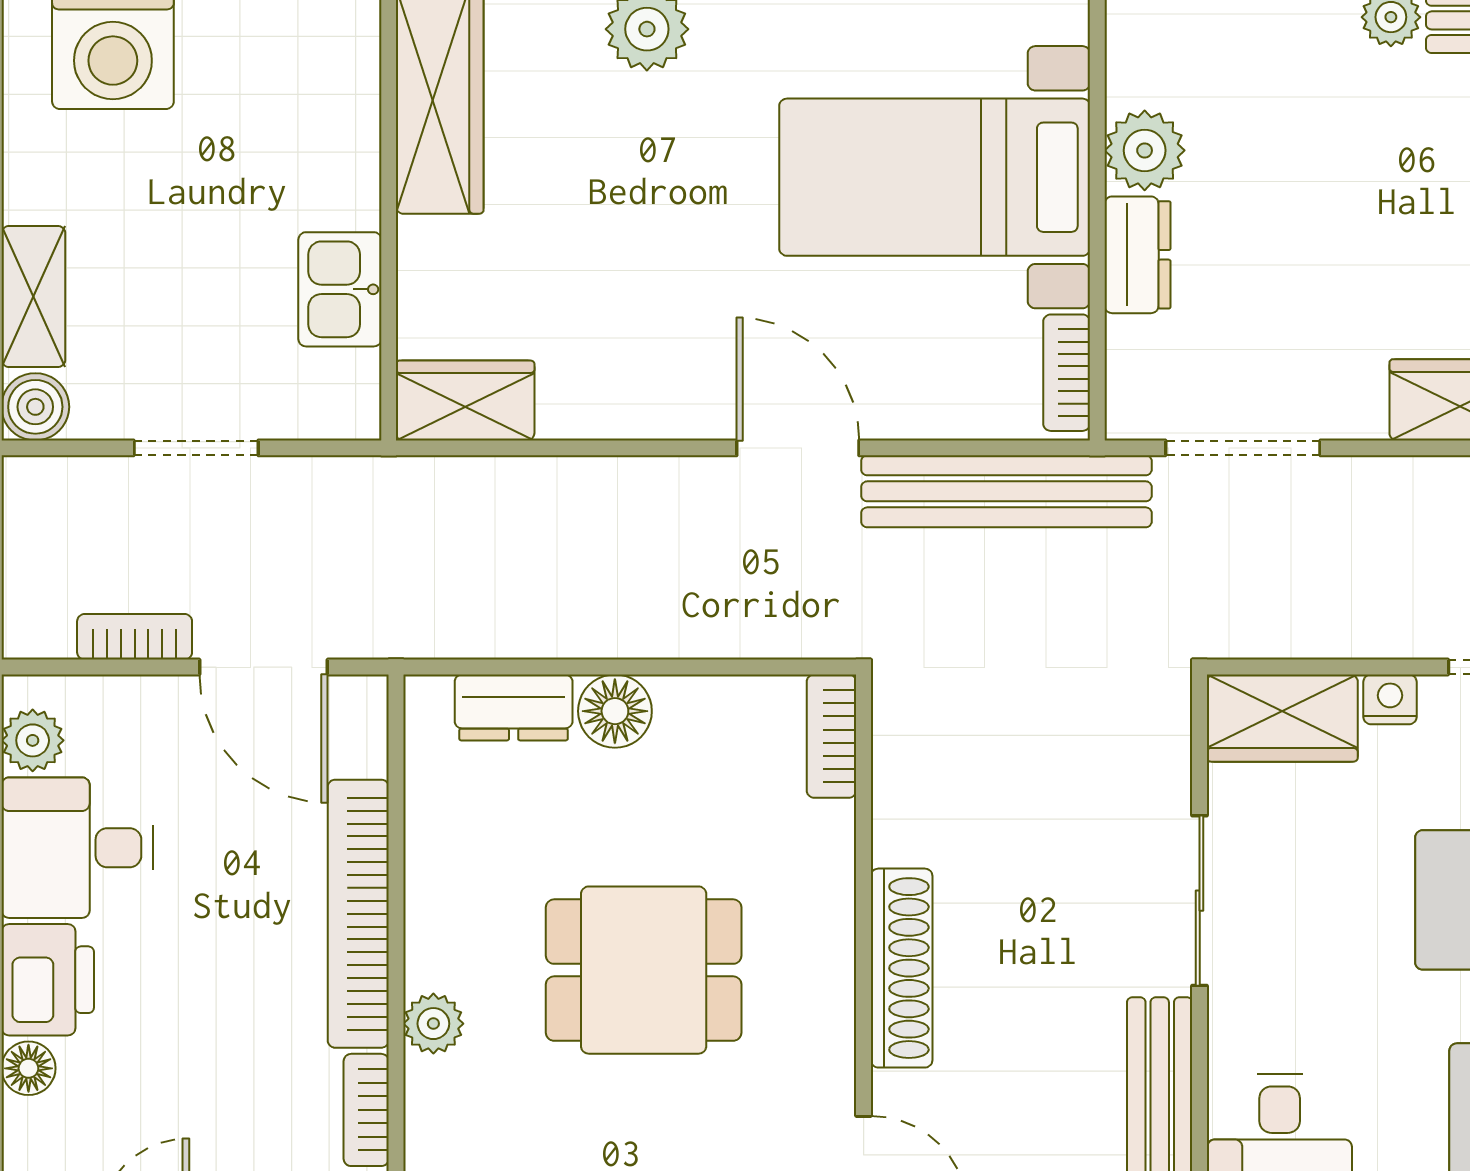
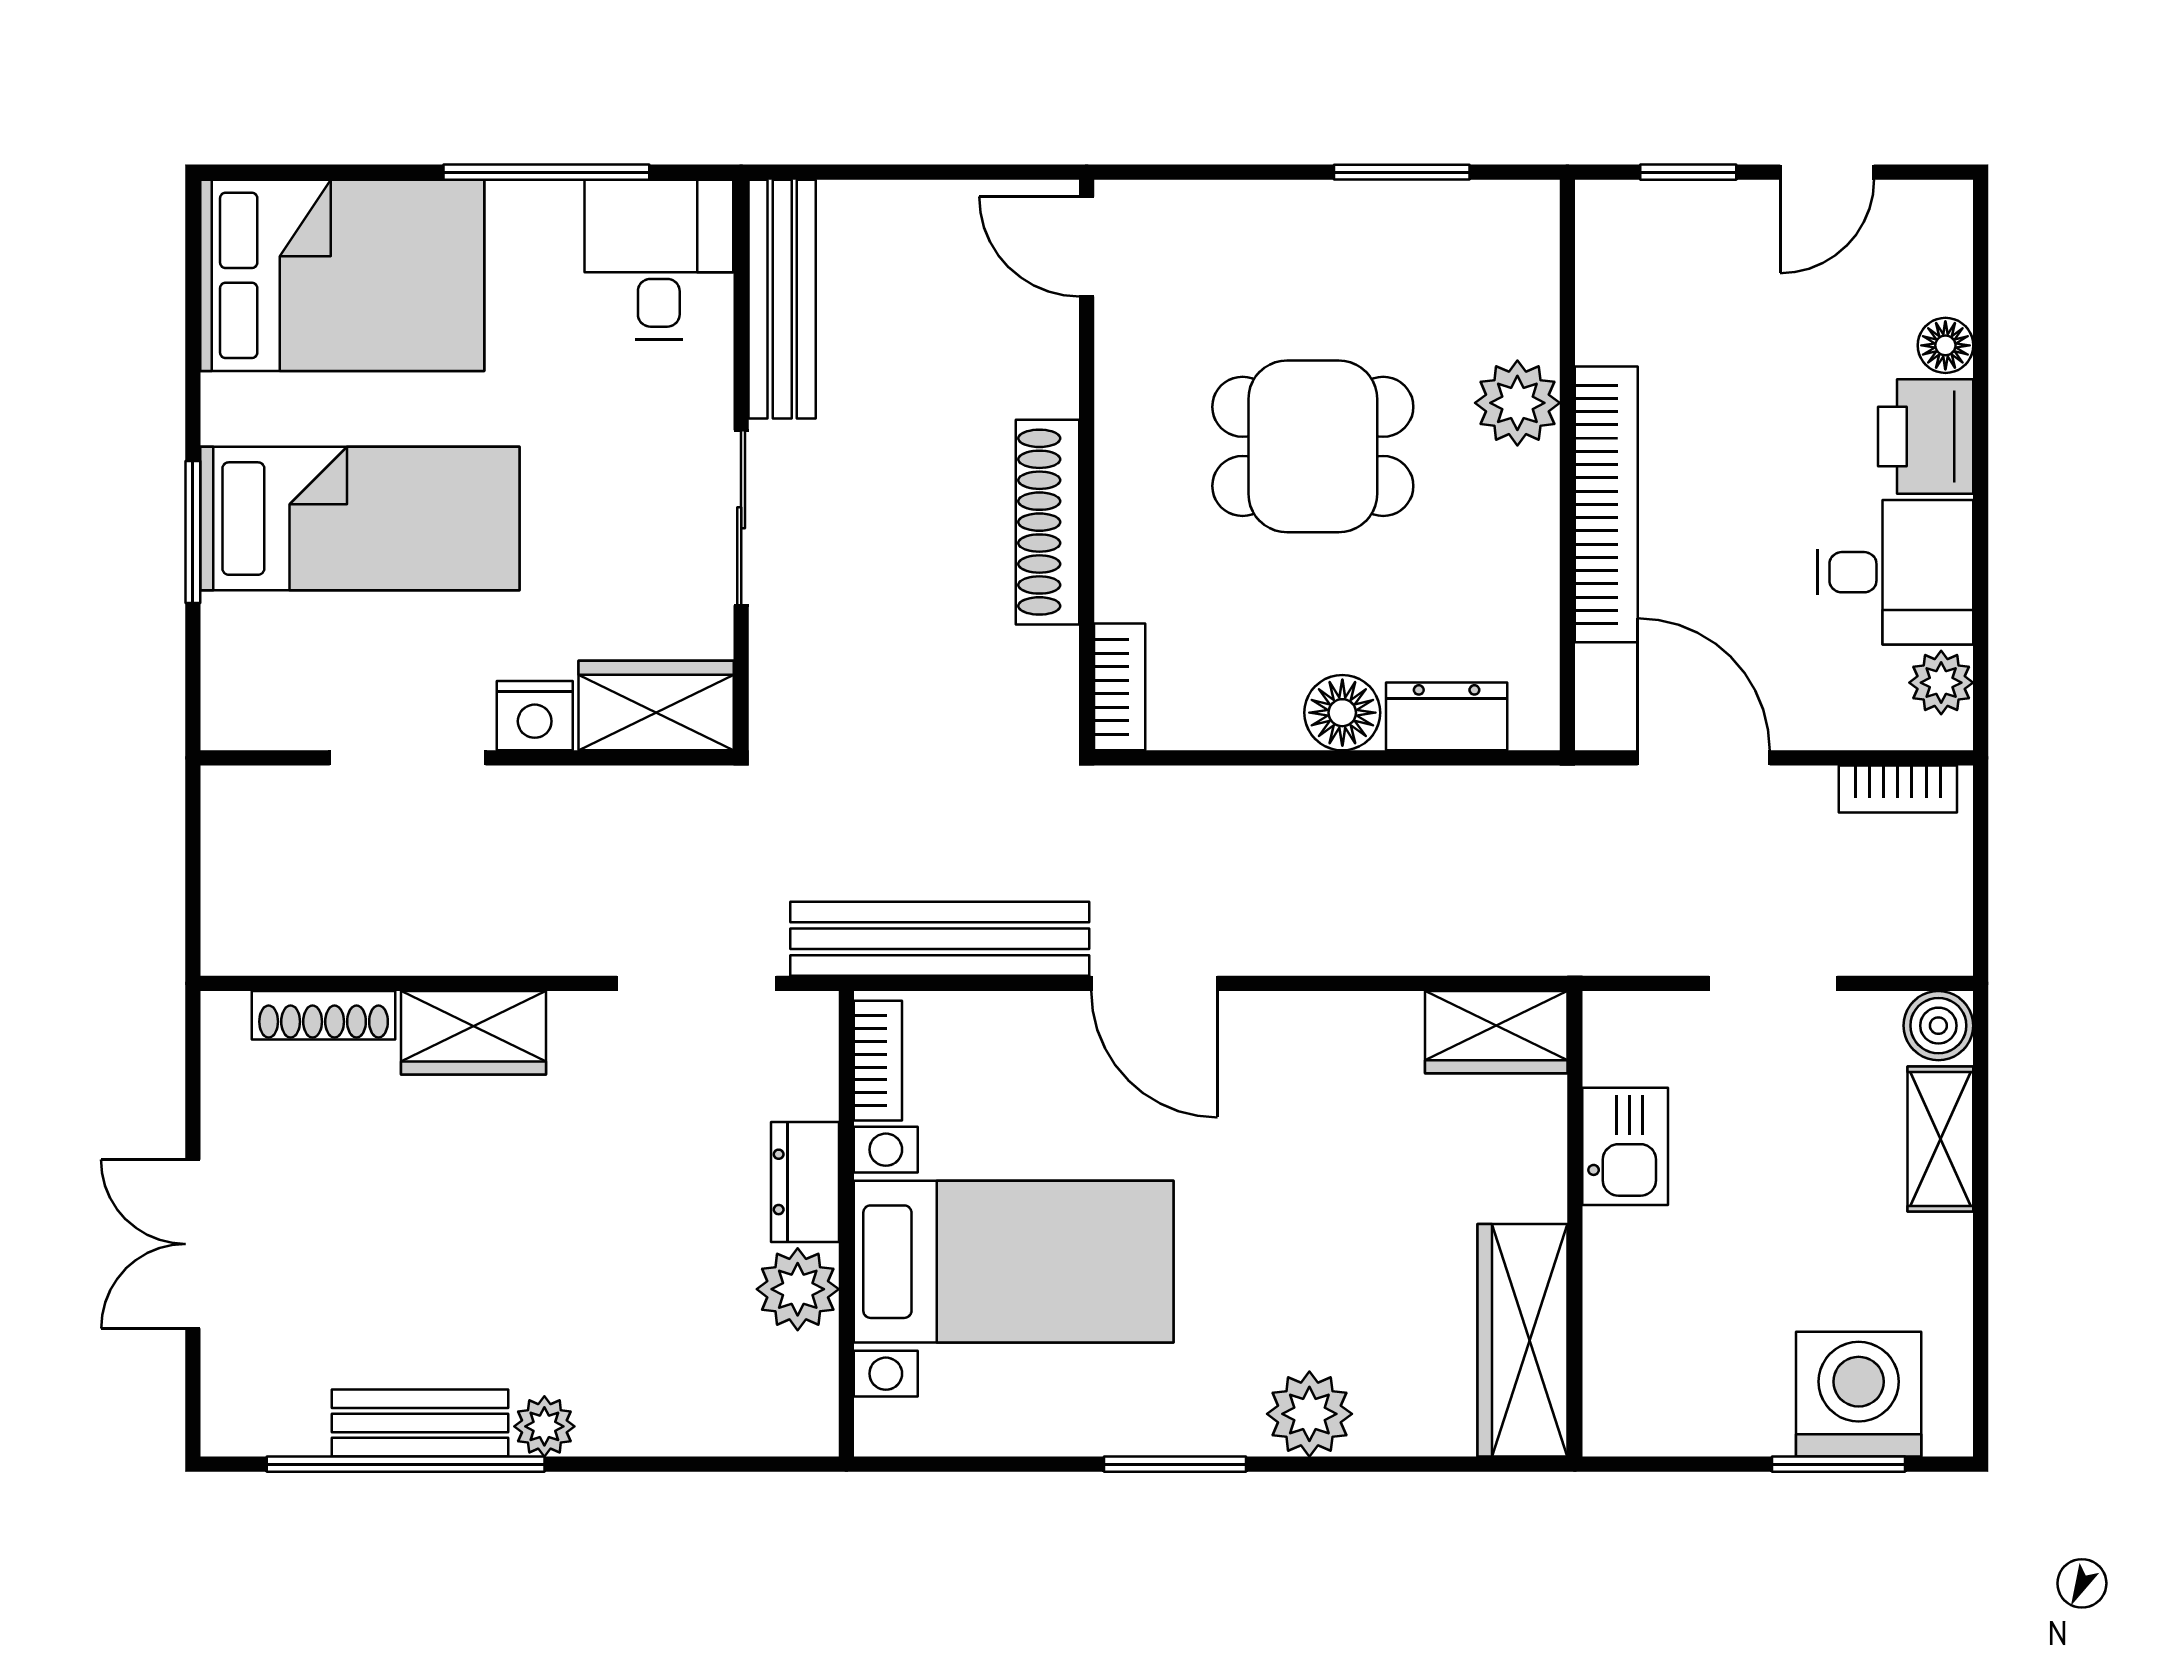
bookcase: (135, 637) -> (1898, 789), moved
nightstand: (1390, 699) -> (535, 716), width x1.39, depth x1.35
shoe rack: (902, 968) -> (1048, 522), moved
plant: (433, 1024) -> (1517, 403), width x1.38, depth x1.38
bookcase: (366, 1110) -> (1598, 303), removed

